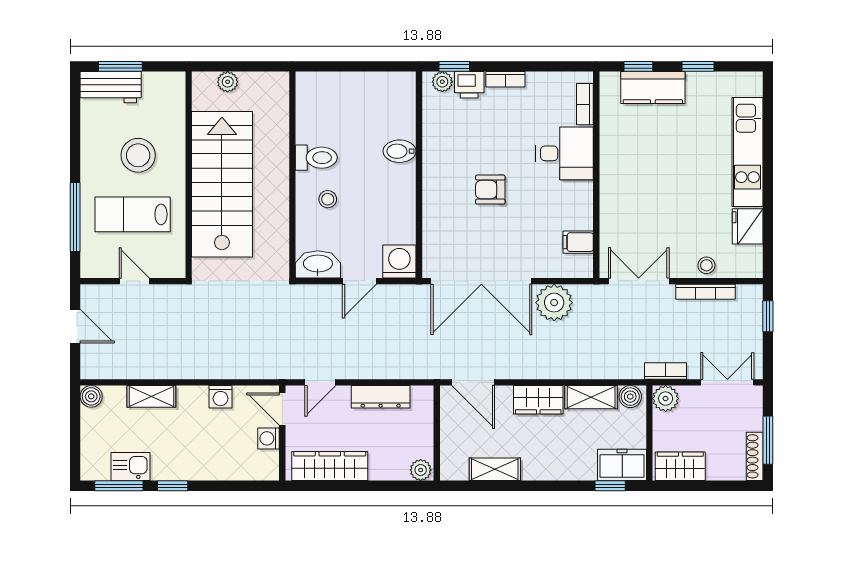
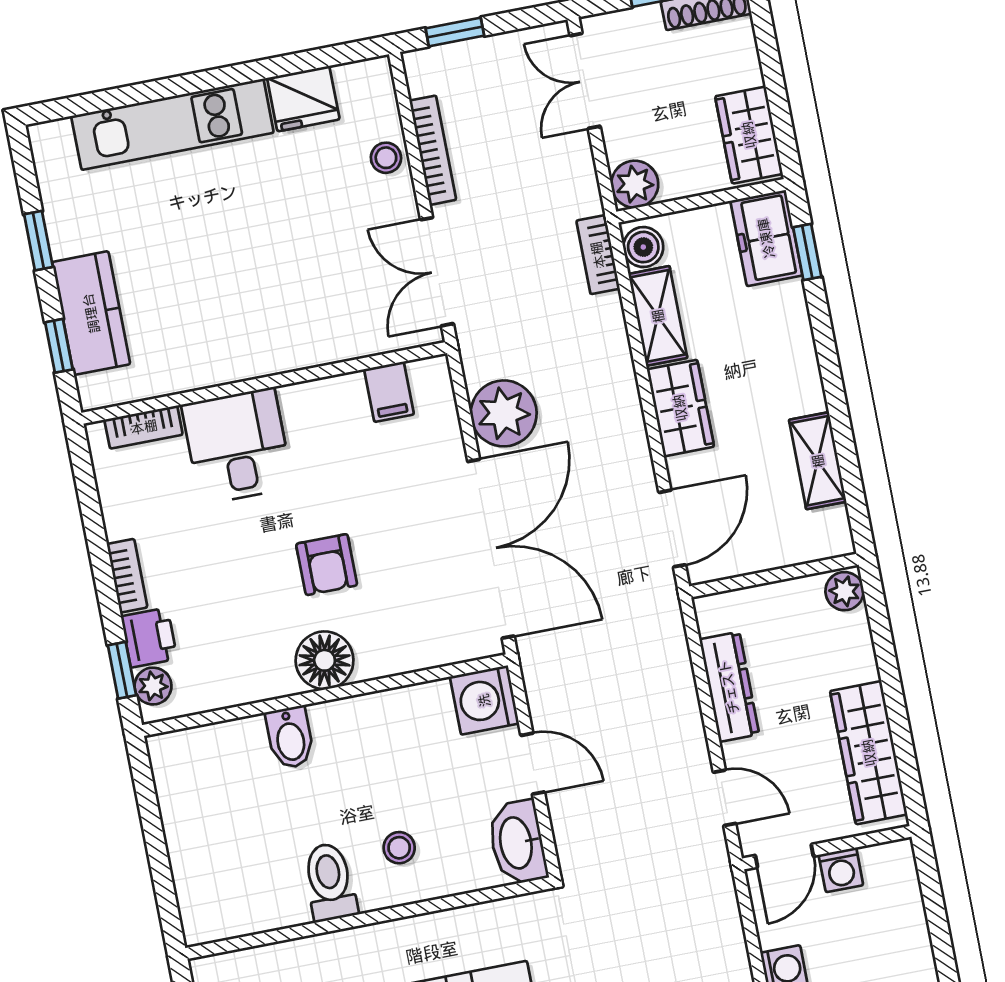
floor lamp: (438, 178) -> (325, 660), added
bookcase: (665, 371) -> (598, 255), moved

